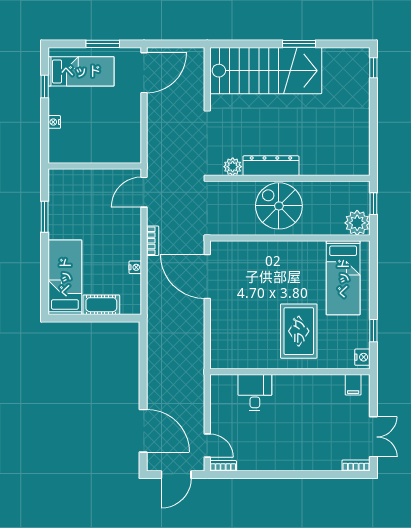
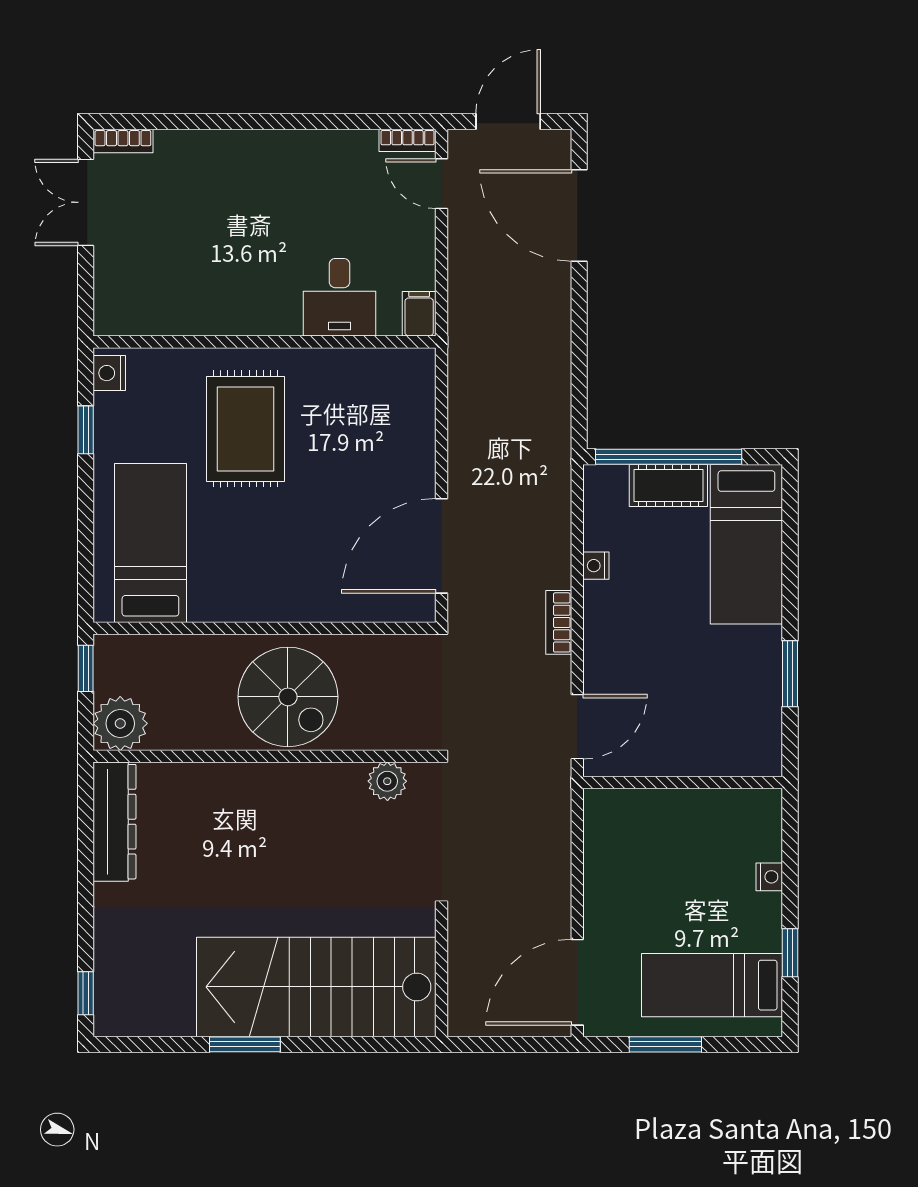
dresser: (271, 166) -> (114, 822), moved, turned -90
window: (373, 204) -> (86, 668), moved
plant: (357, 223) -> (120, 723), moved
door: (207, 277) -> (442, 546), swing flipped
window: (101, 318) -> (669, 457), added
filing cabinet: (353, 385) -> (419, 314), moved

